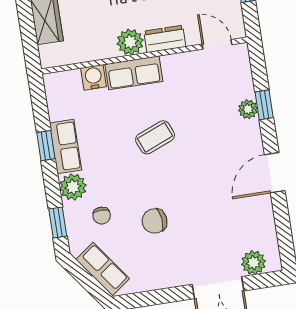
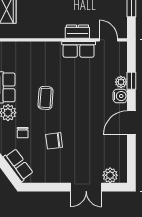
plant: (130, 42) -> (56, 30), removed
row of seats: (134, 73) -> (79, 49), moved
water cooler: (93, 77) -> (120, 96), moved, turned 90
coffee table: (155, 137) -> (46, 98), moved, turned -64

